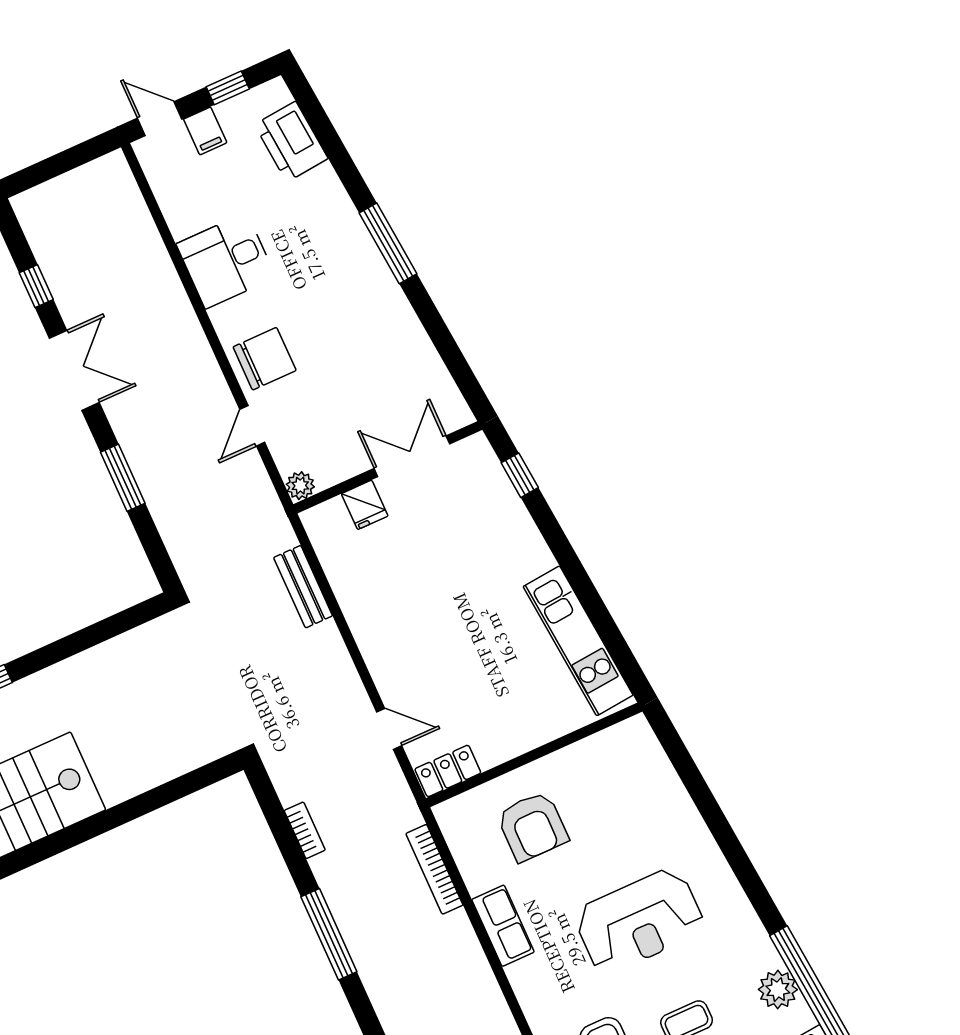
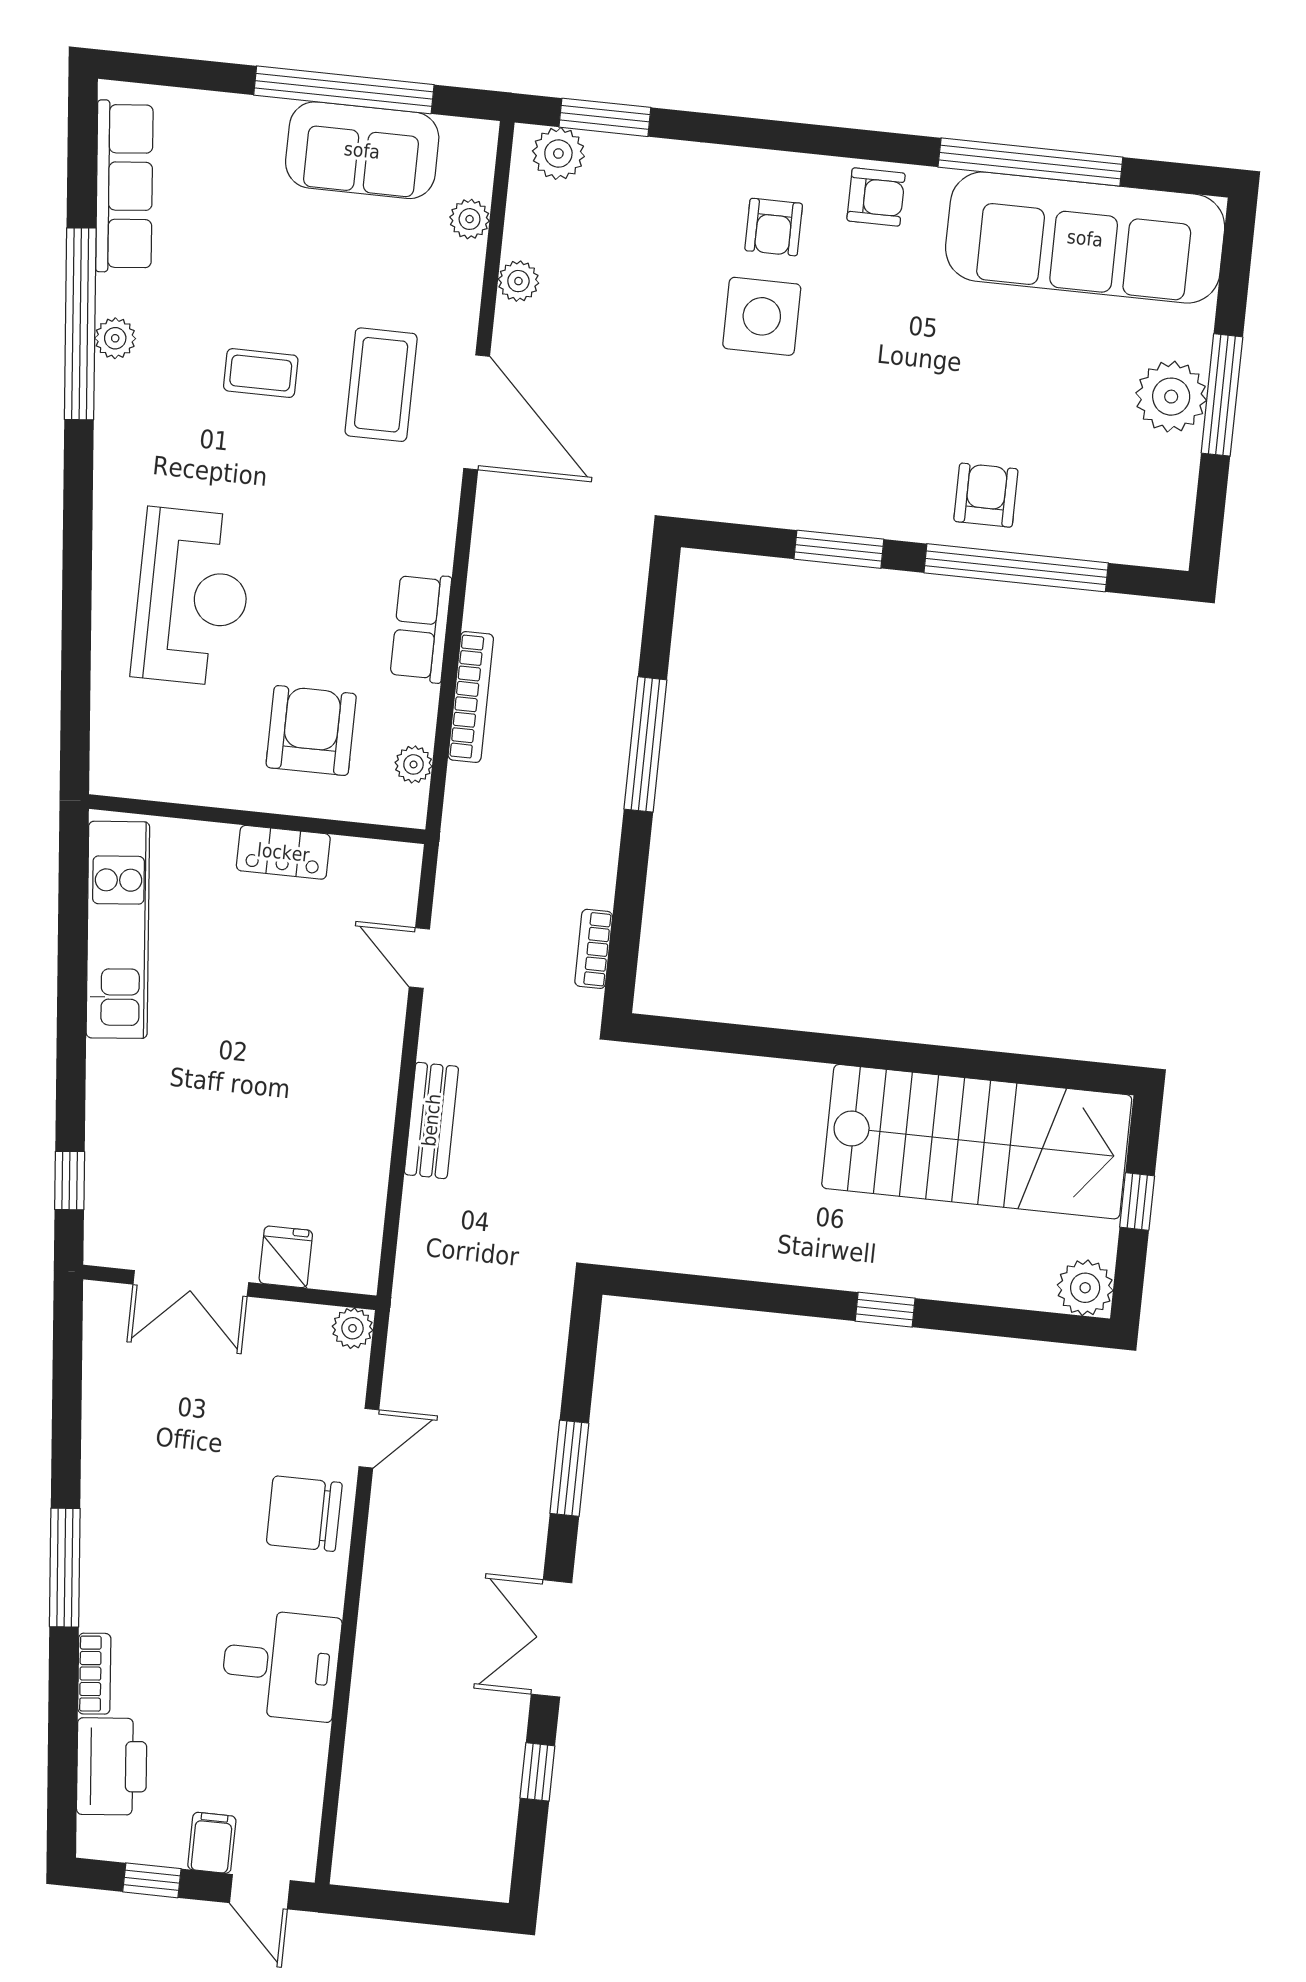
bookcase: (334, 191) -> (94, 1674), added
bench: (303, 587) -> (431, 1120), moved
locker: (448, 771) -> (283, 852), moved
bookcase: (305, 830) -> (594, 949), moved
plant: (460, 842) -> (414, 764), added
bookcase: (434, 869) -> (471, 697), moved
reception desk: (639, 921) -> (192, 597), moved, turned 90
plant: (778, 990) -> (115, 338), width x0.73, depth x0.73

